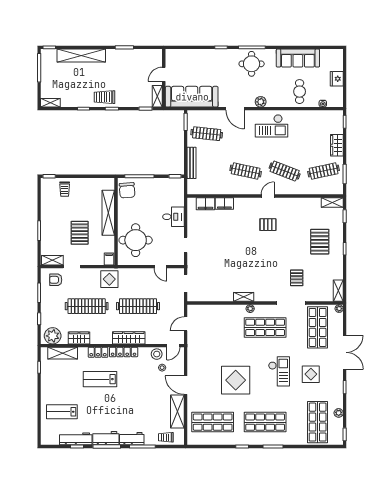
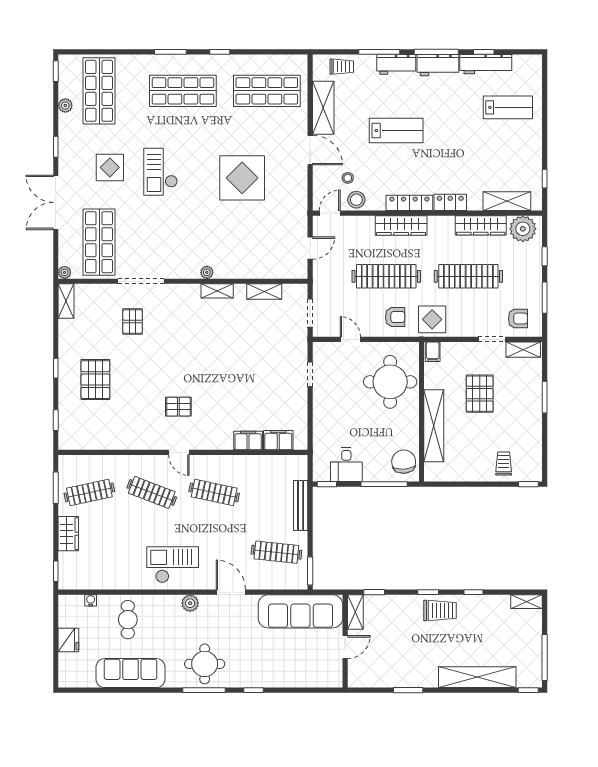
door: (268, 196) -> (179, 452), hinge flipped
shelving: (332, 202) -> (264, 292), moved
desk: (173, 217) -> (346, 465), moved, turned -90
armchair: (132, 281) -> (395, 317), added
shop shelf: (265, 327) -> (183, 242), removed
wardrobe: (79, 338) -> (481, 225), width x1.50
lab bench: (100, 379) -> (396, 131), moved
display table: (236, 380) -> (242, 178), moved

